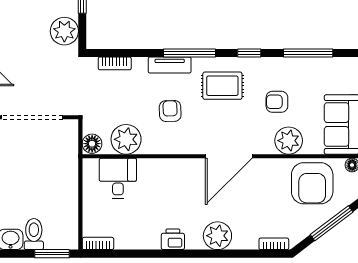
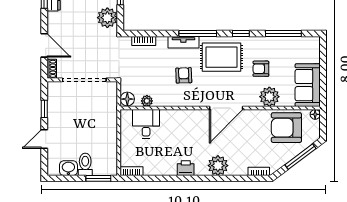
rug: (222, 86) -> (222, 57), width x1.36, depth x1.43
plant: (126, 139) -> (147, 101), width x0.53, depth x0.53
armchair: (312, 183) -> (286, 128), turned 90

